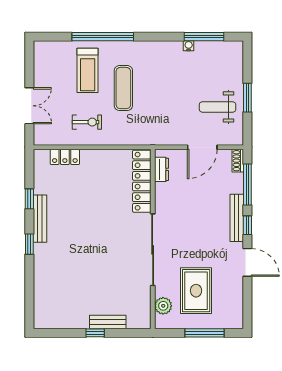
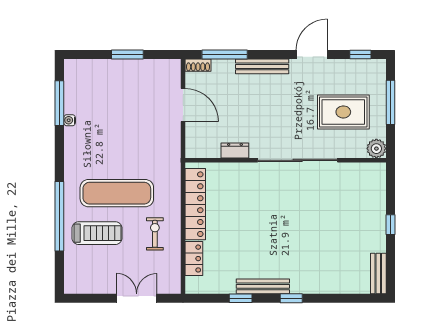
exercise mat: (123, 88) -> (117, 193), width x1.36, depth x1.45
weight bench: (218, 107) -> (138, 88), removed
dresser: (162, 169) -> (235, 150), moved
locker: (142, 181) -> (195, 204), moved, turned -90
window: (247, 225) -> (360, 55), moved
plant: (163, 306) -> (376, 149), moved
bench: (108, 322) -> (378, 274), moved

